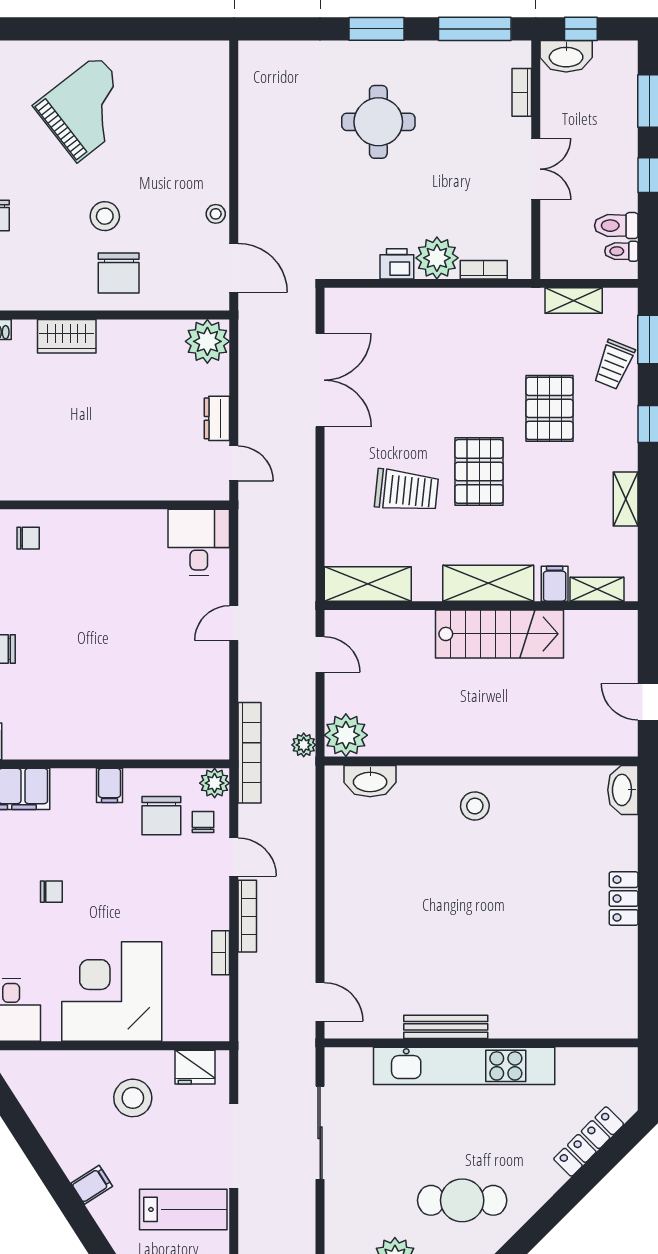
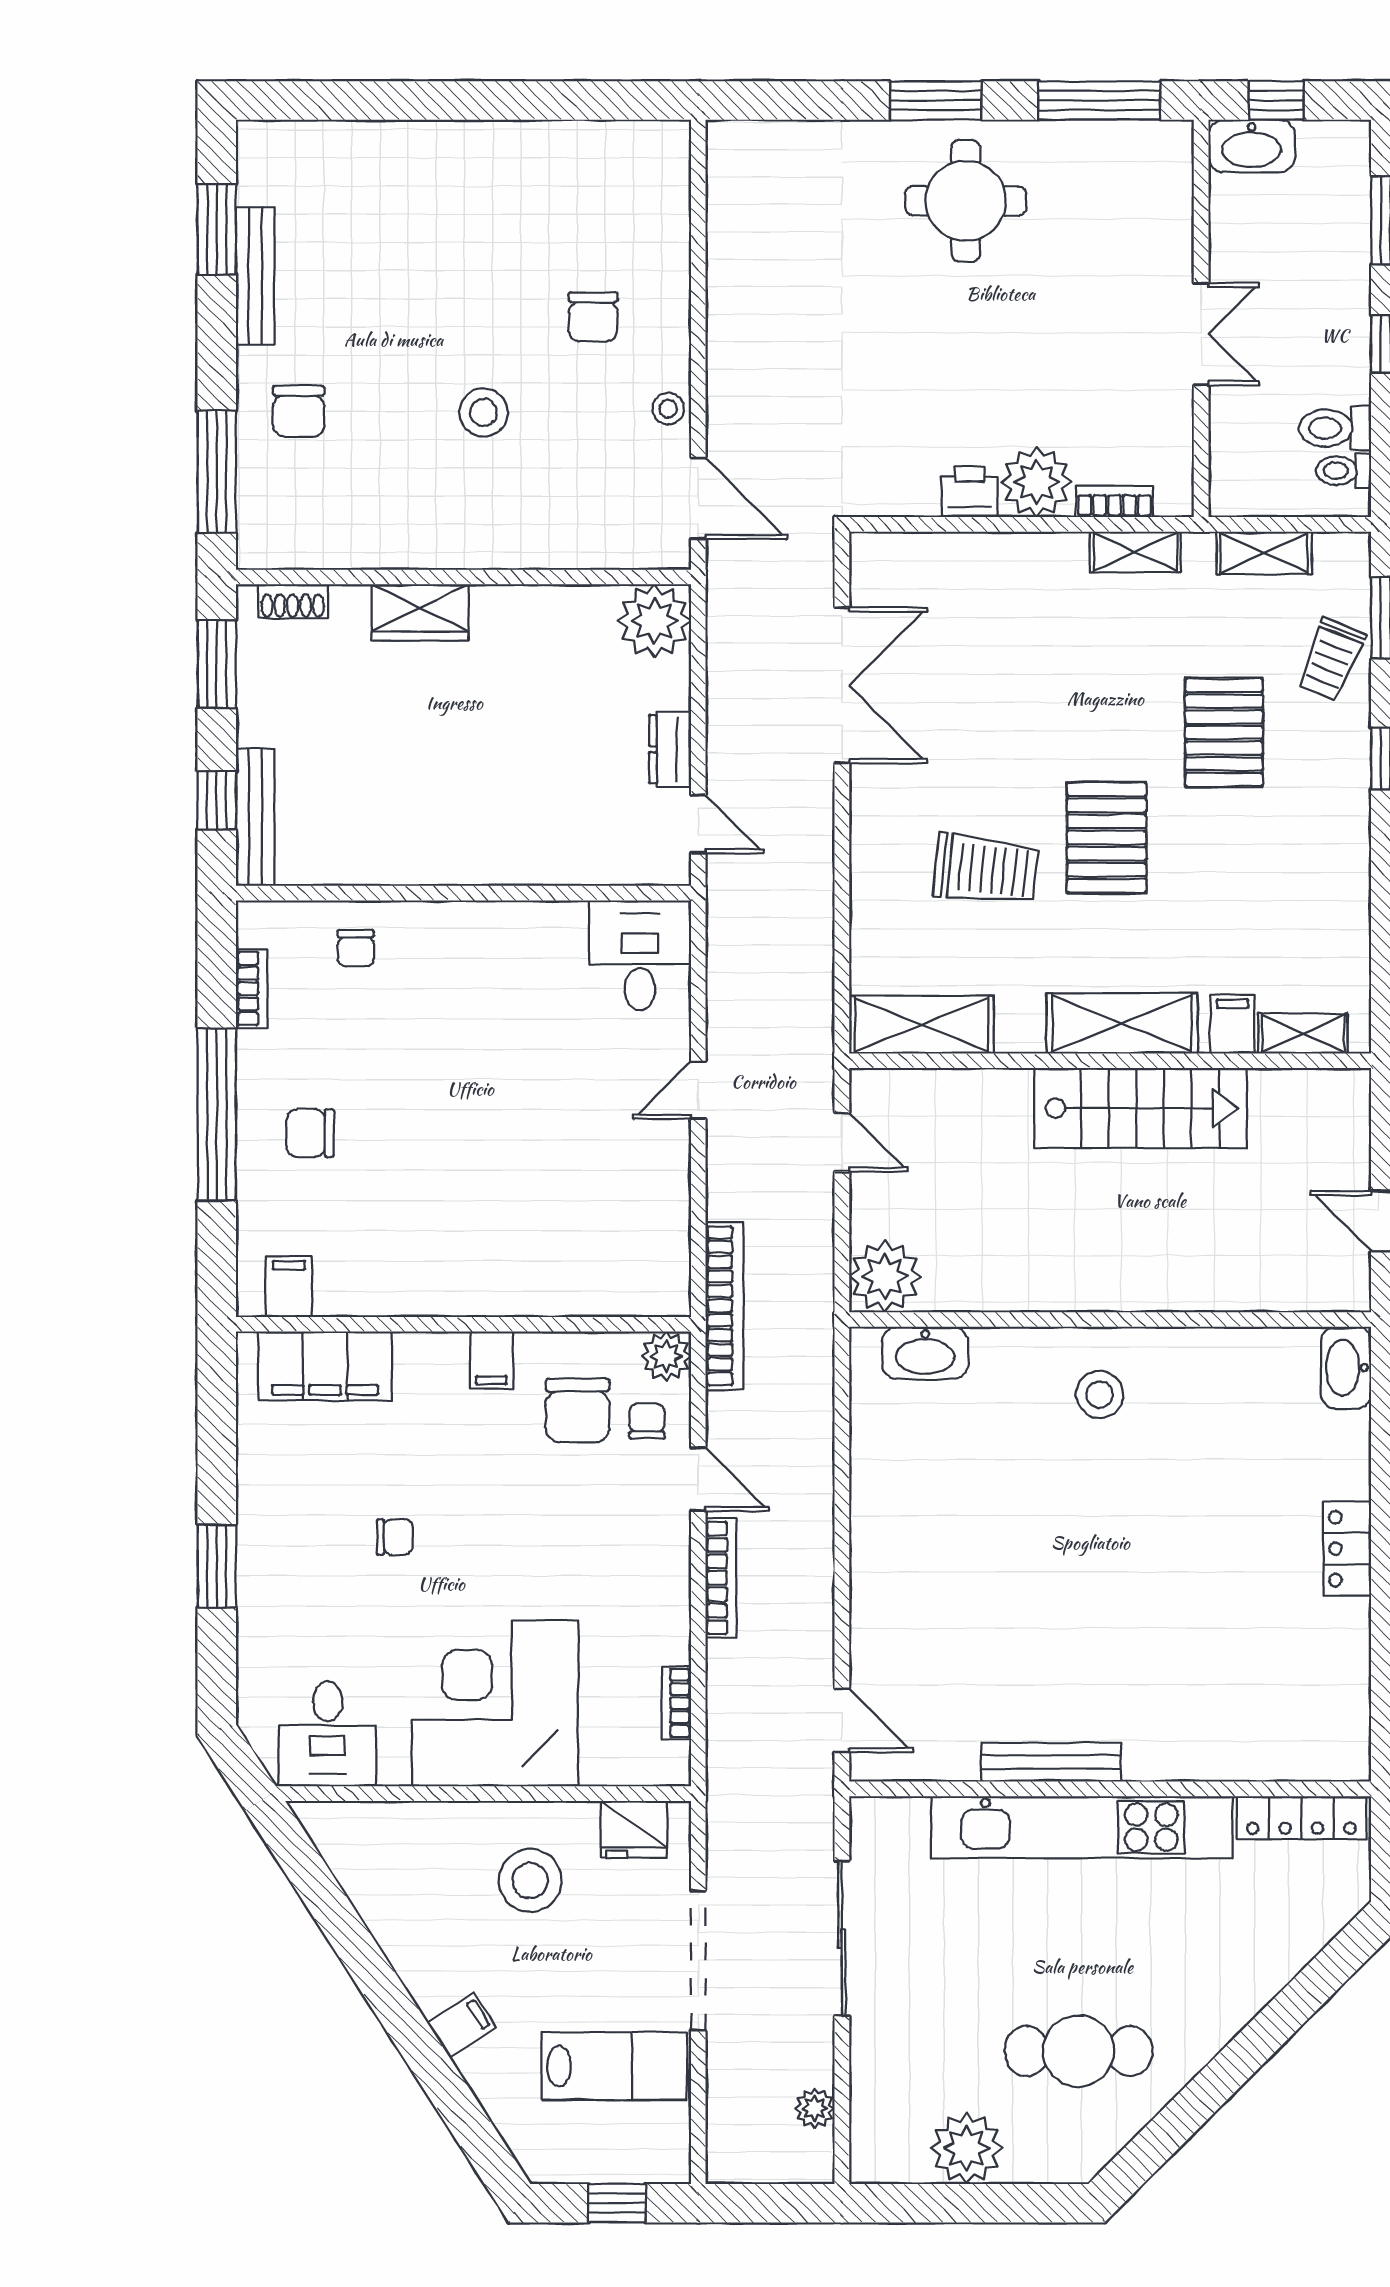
bookcase: (522, 92) -> (1178, 206), removed
grand piano: (87, 109) -> (455, 233), removed
round table: (378, 122) -> (966, 201), moved
chair: (119, 273) -> (593, 317), moved, width x0.73, depth x0.73
shelving: (626, 499) -> (1135, 552), moved, turned 90
chair: (28, 538) -> (356, 948), turned 90
plant: (304, 745) -> (815, 2108), moved
bookcase: (221, 953) -> (676, 1703), moved
locker: (589, 1142) -> (1301, 1818), moved, turned -135

